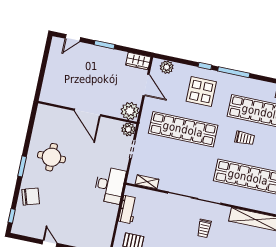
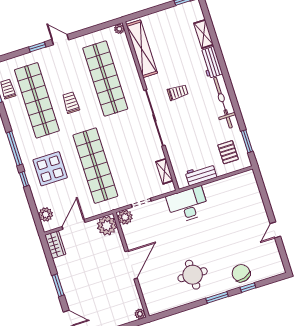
plant: (44, 97) -> (140, 314), added
window: (12, 216) -> (248, 288), moved

